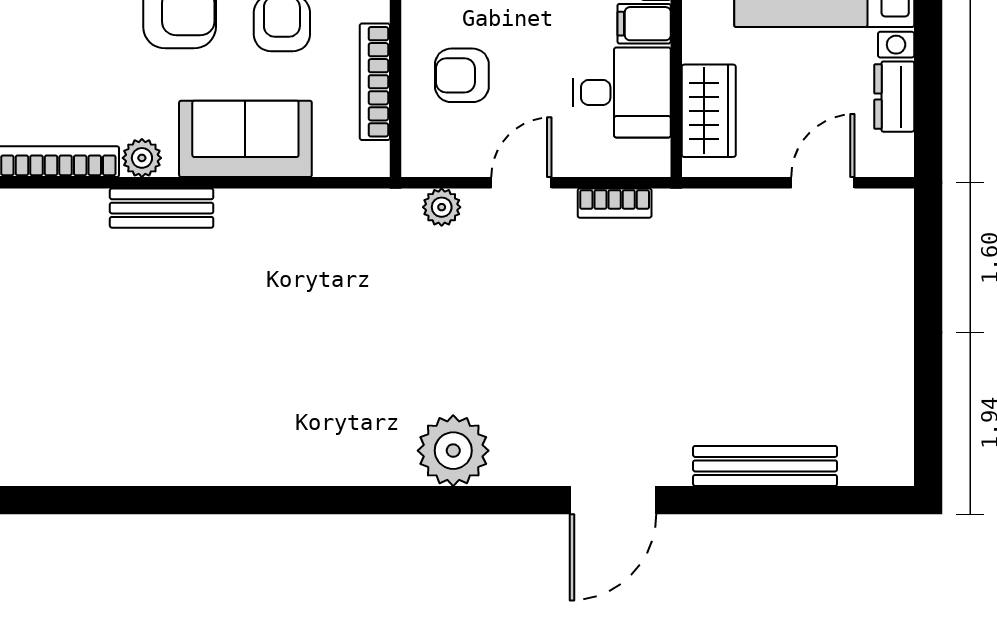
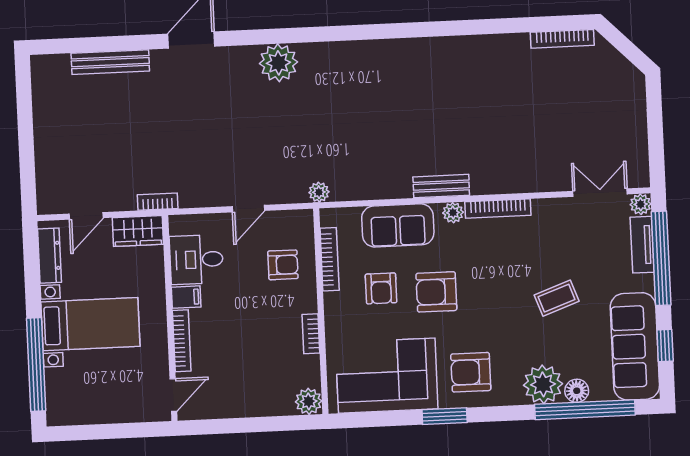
dresser: (894, 97) -> (49, 256), width x1.44
wardrobe: (709, 111) -> (138, 231), moved, turned -90
bookcase: (615, 203) -> (158, 202), moved
plant: (442, 207) -> (319, 192), moved

